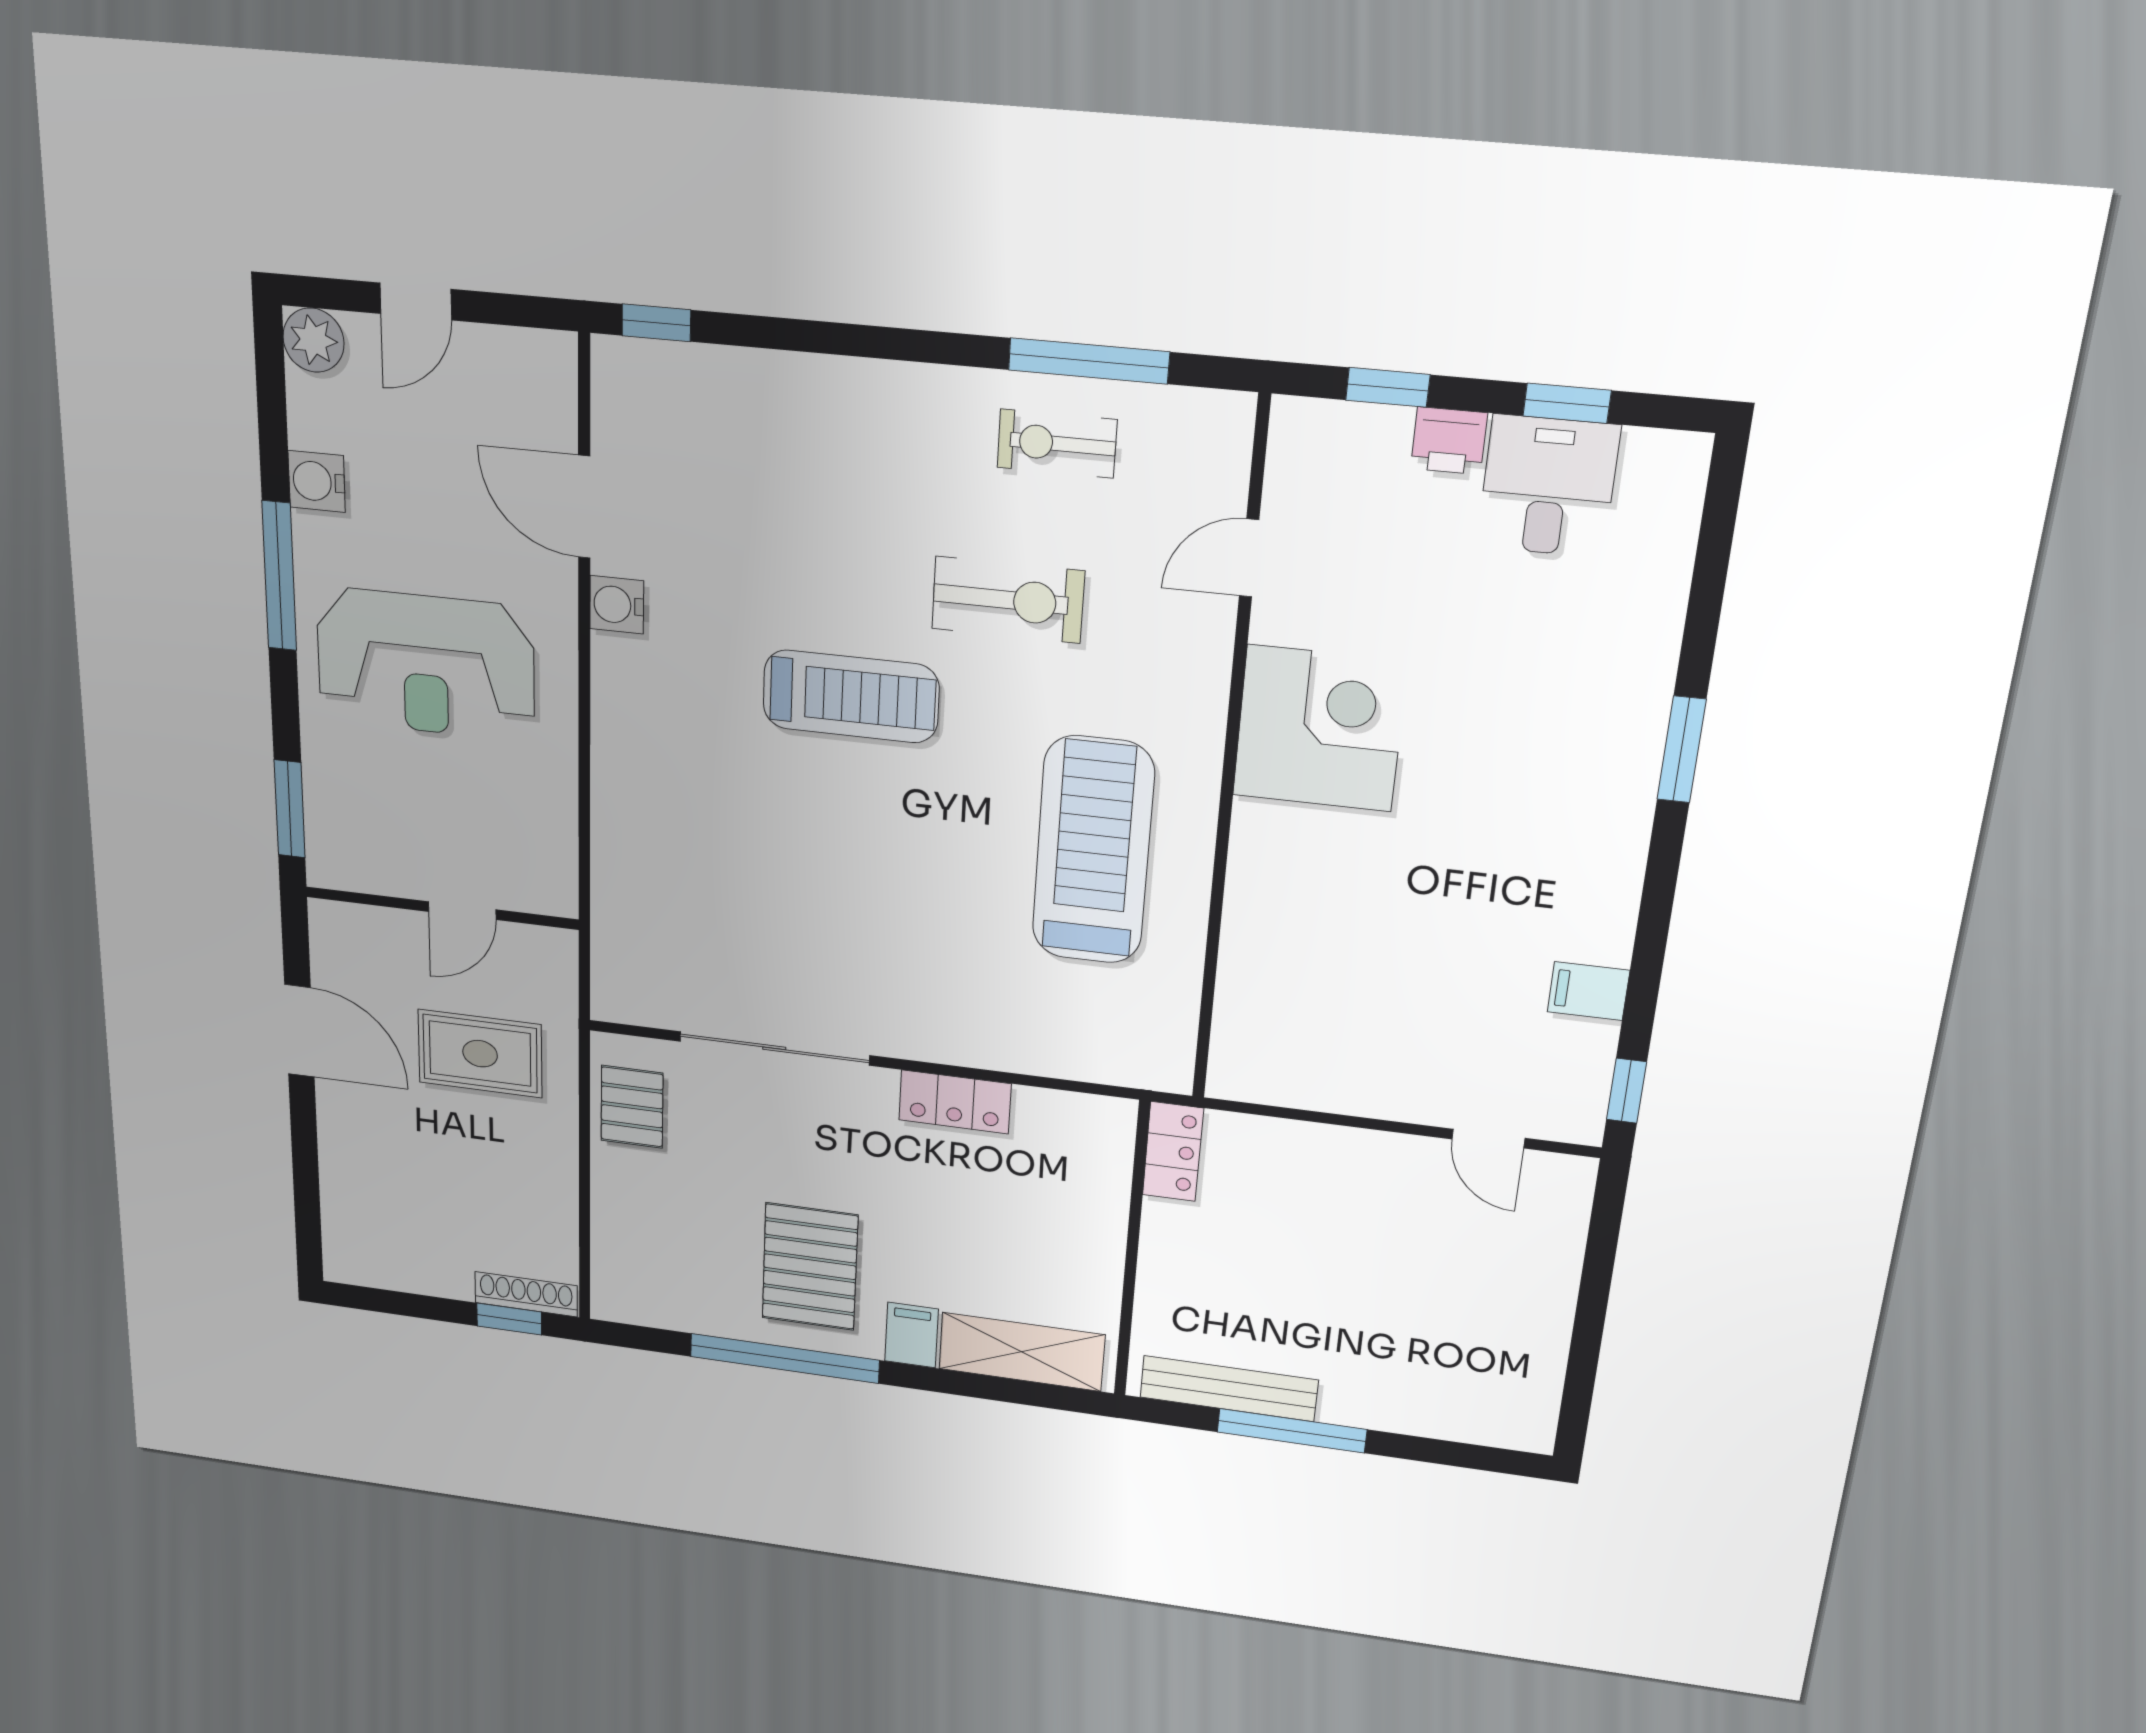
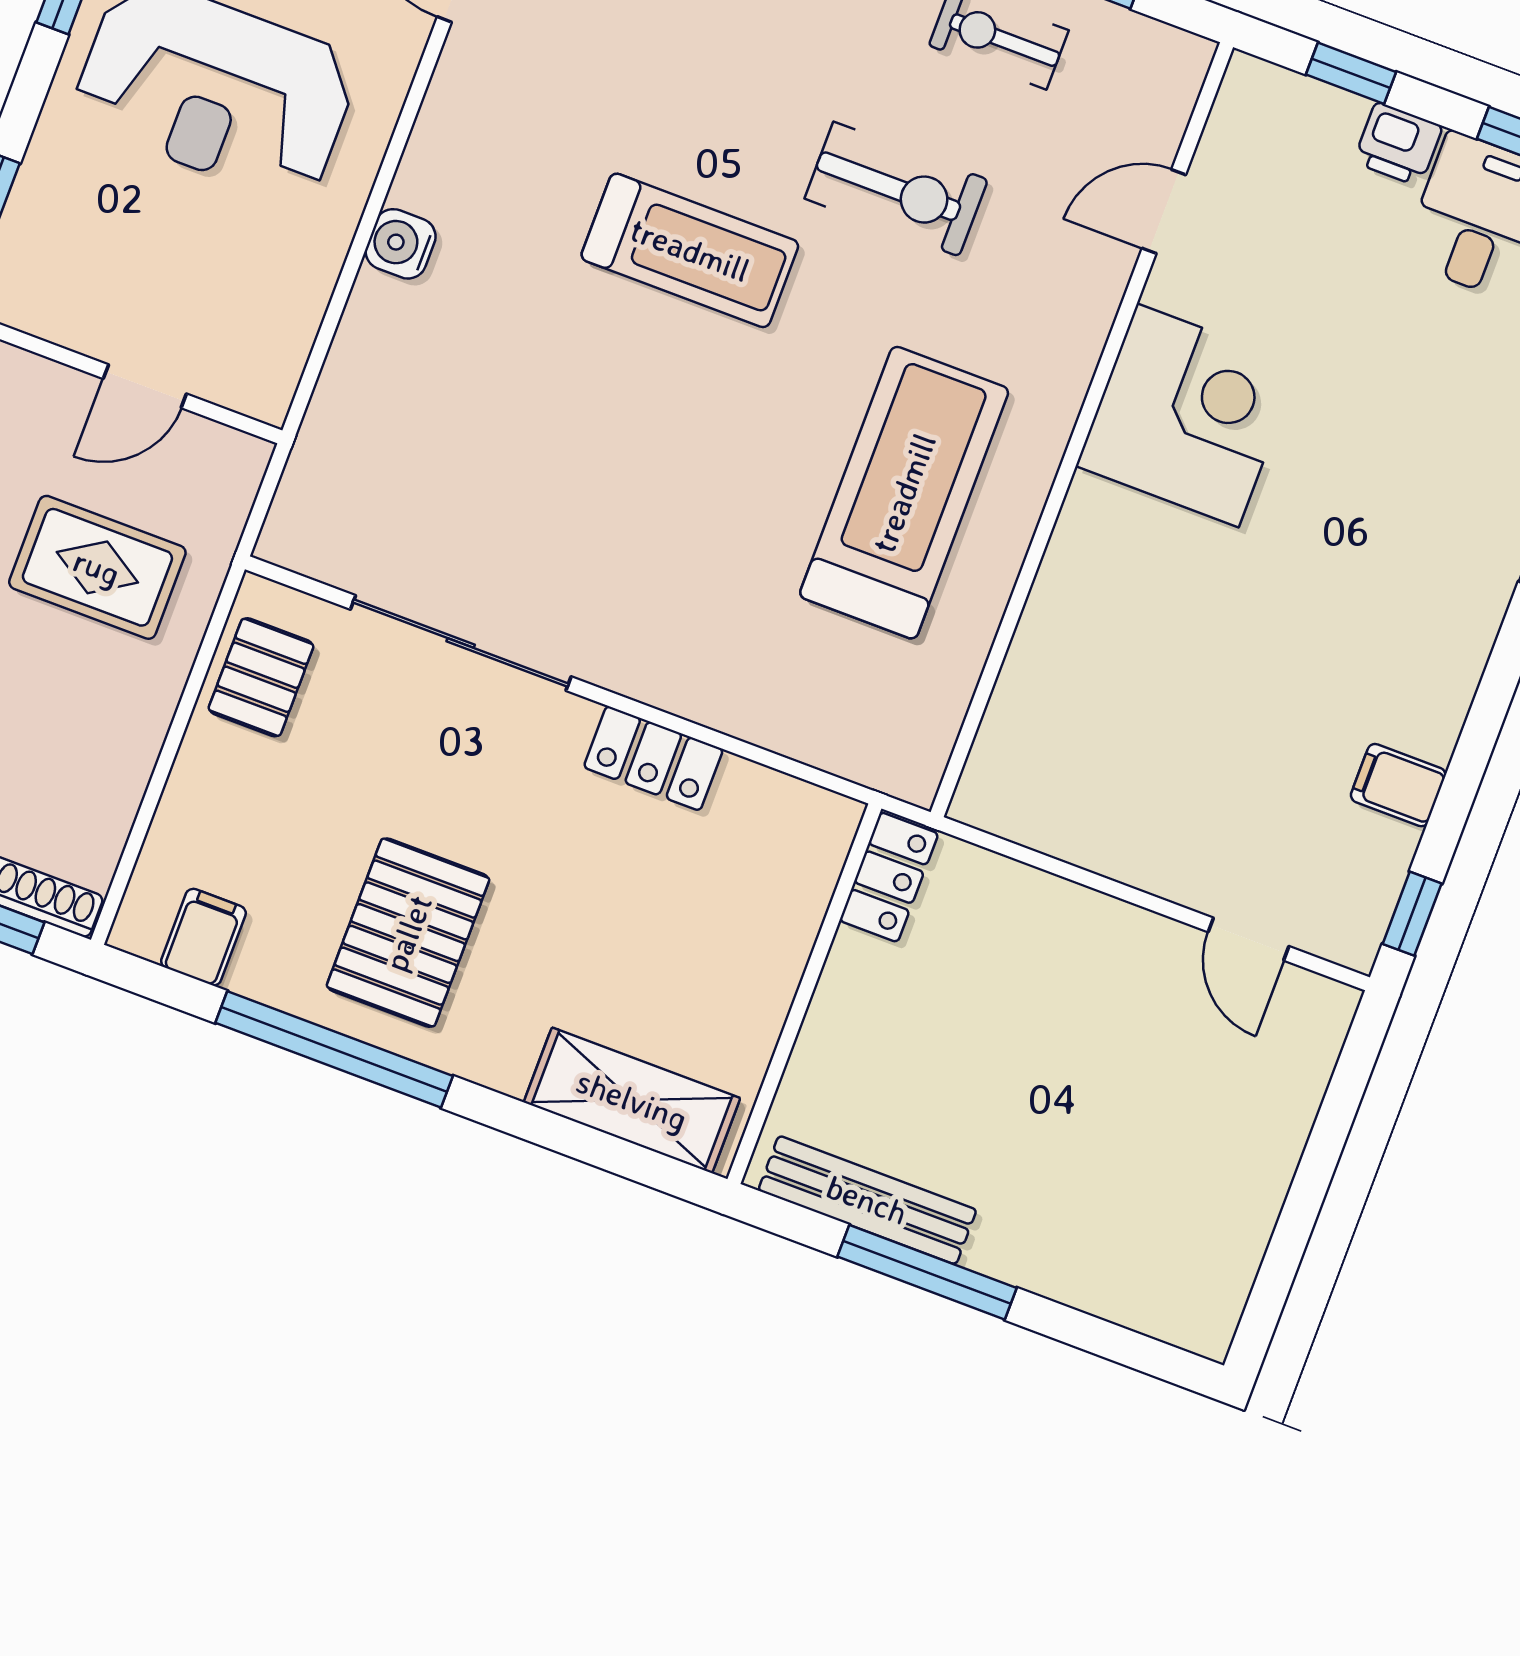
water cooler: (617, 605) -> (401, 244), moved
filing cabinet: (912, 1335) -> (203, 937), moved

